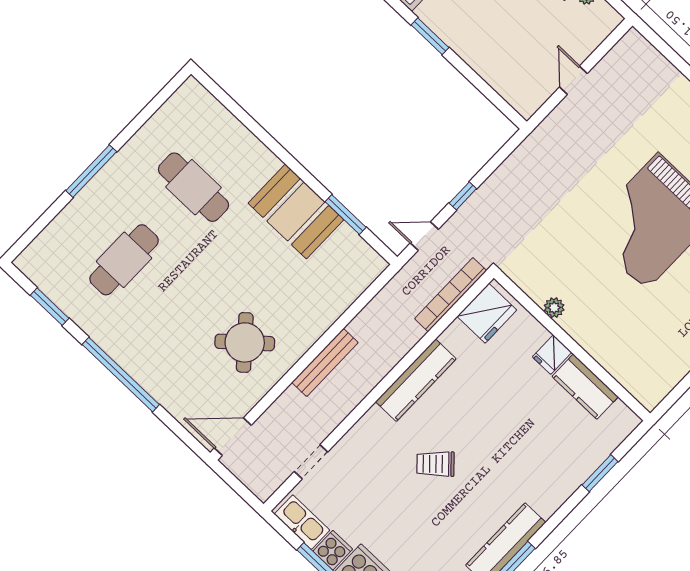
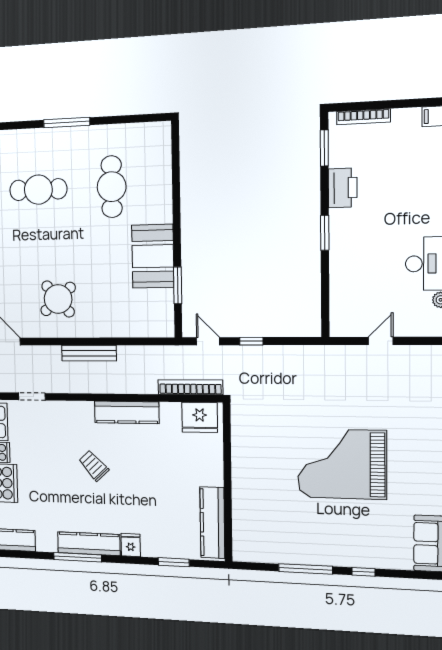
plant: (554, 308) -> (239, 453), removed
fridge: (552, 355) -> (131, 545), moved, turned 90
kitchen counter: (585, 387) -> (212, 523), width x1.50

